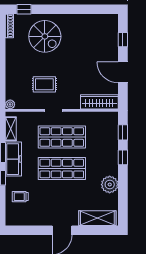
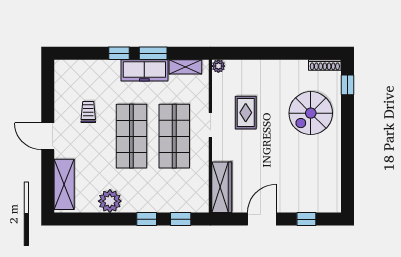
trolley: (20, 197) -> (88, 112), moved

